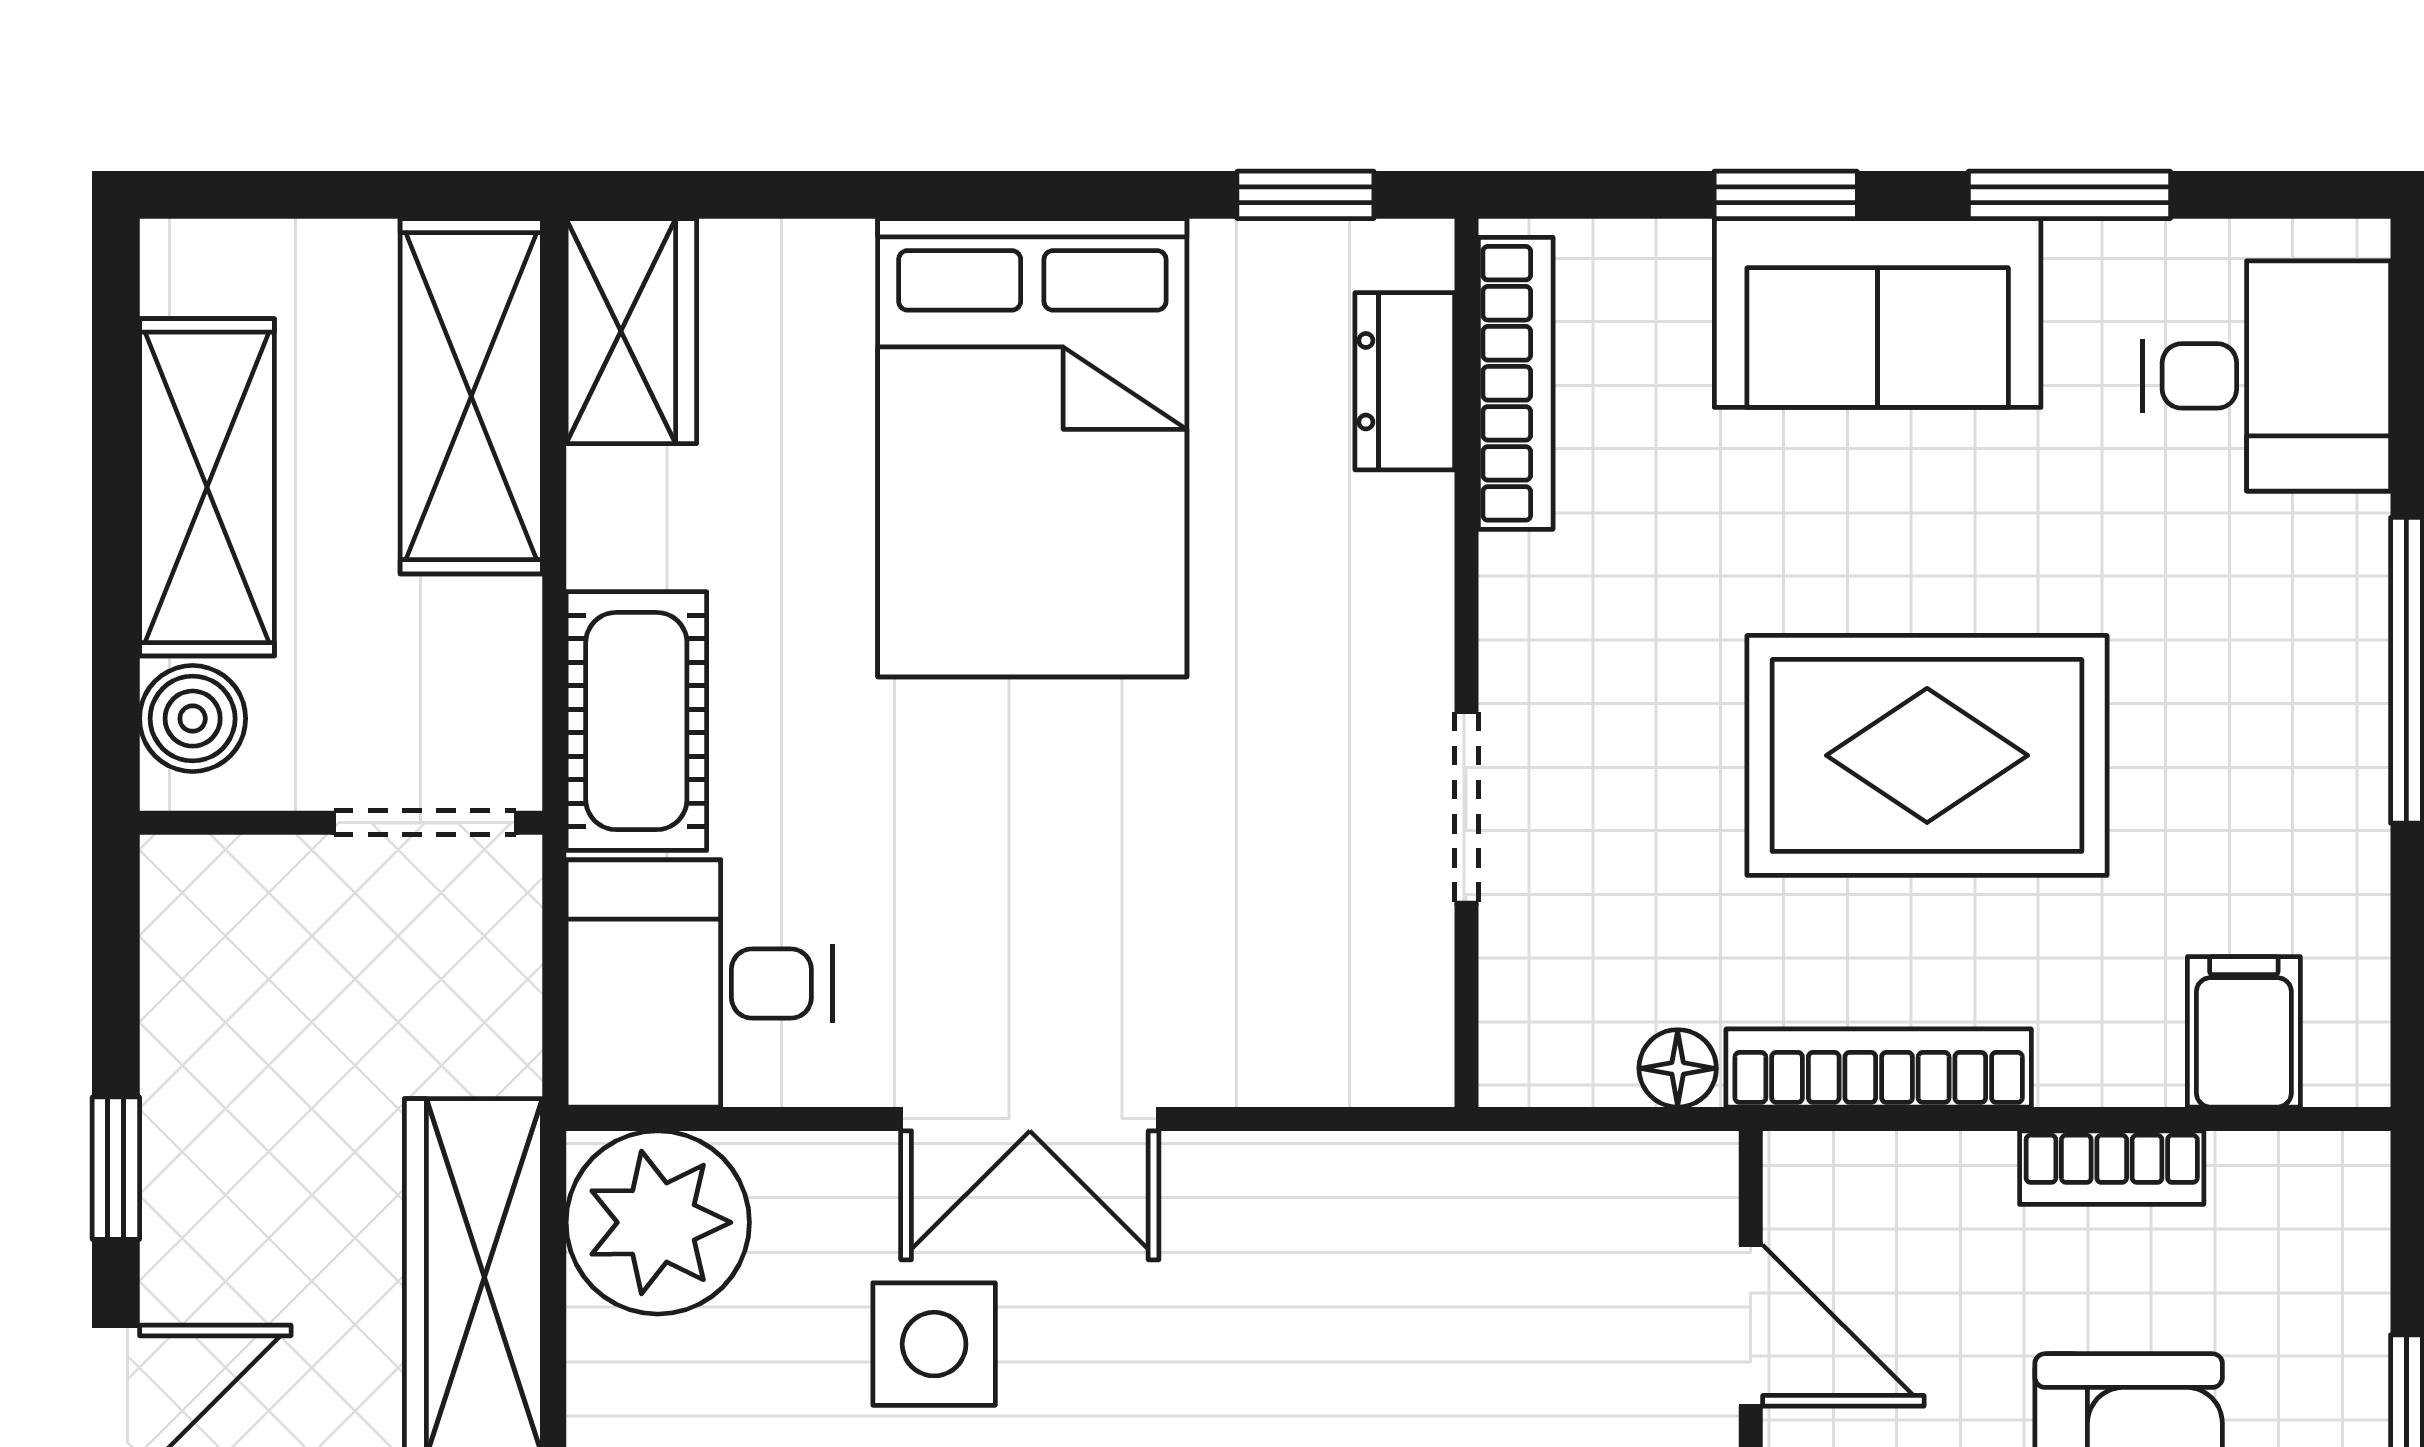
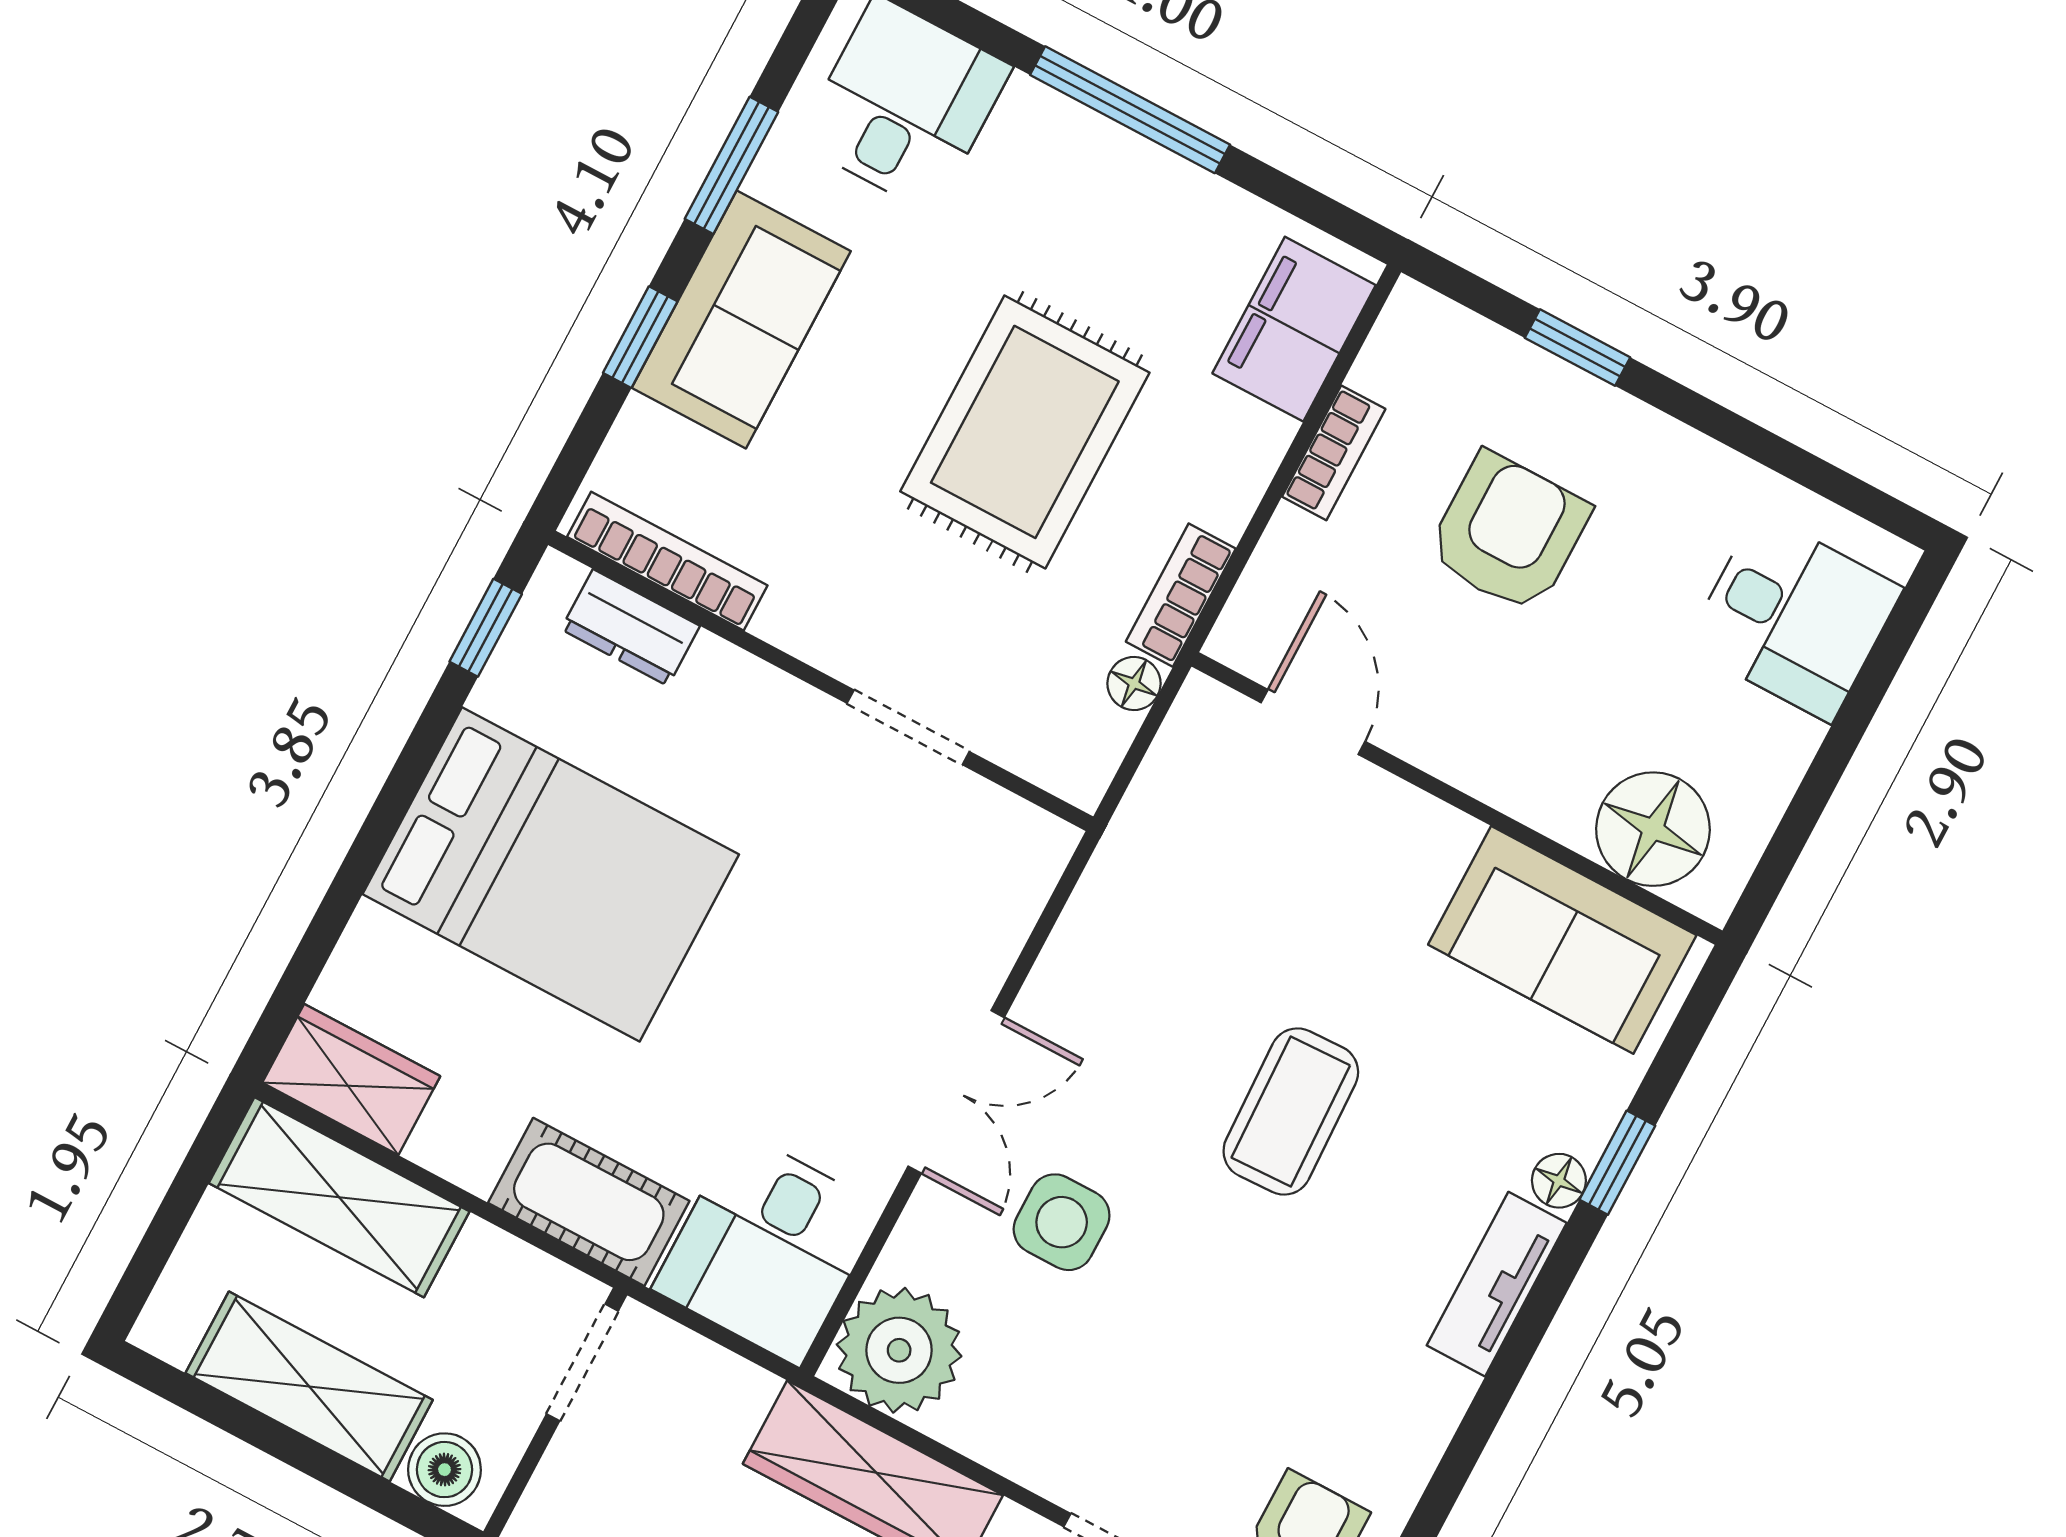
filing cabinet: (2244, 1032) -> (1294, 329), width x2.00
bookcase: (1879, 1068) -> (1181, 595), width x0.64
door: (1751, 1325) -> (1313, 722), hinge flipped

